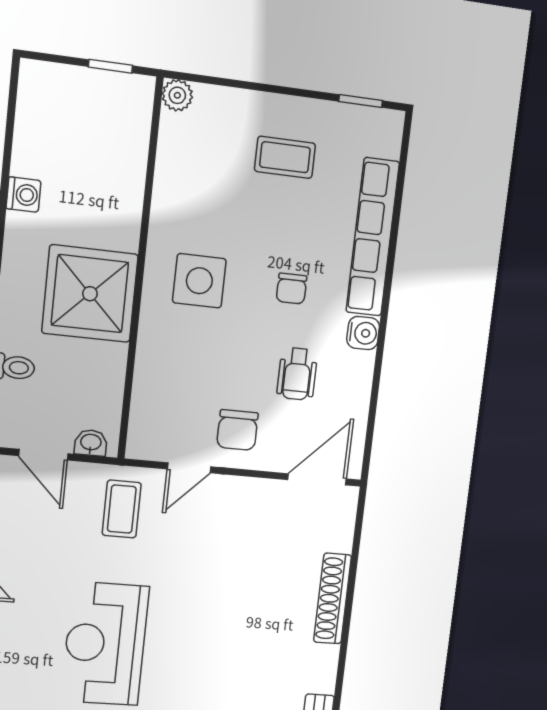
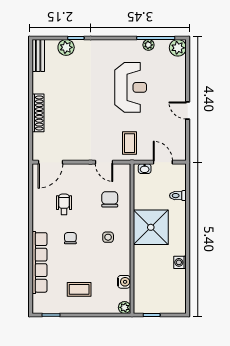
side table: (199, 281) -> (108, 237), width x0.54, depth x0.54
water cooler: (363, 333) -> (124, 282), moved, turned 180
chair: (237, 430) -> (110, 199), moved
door: (189, 468) -> (104, 162), swing flipped

